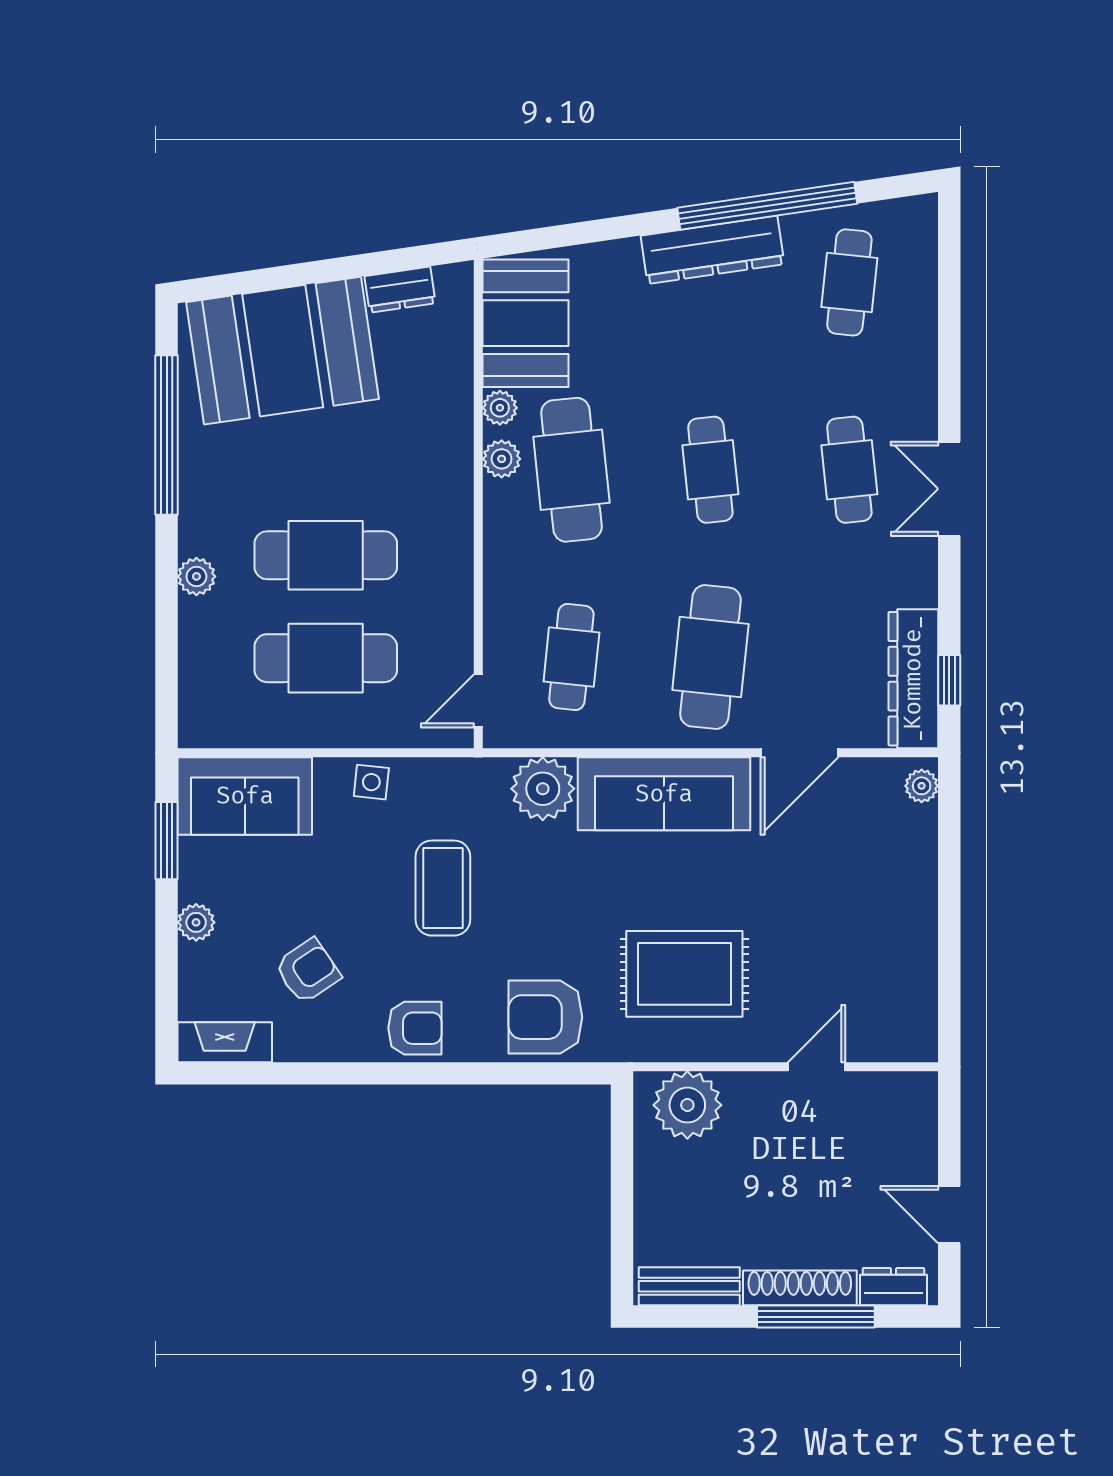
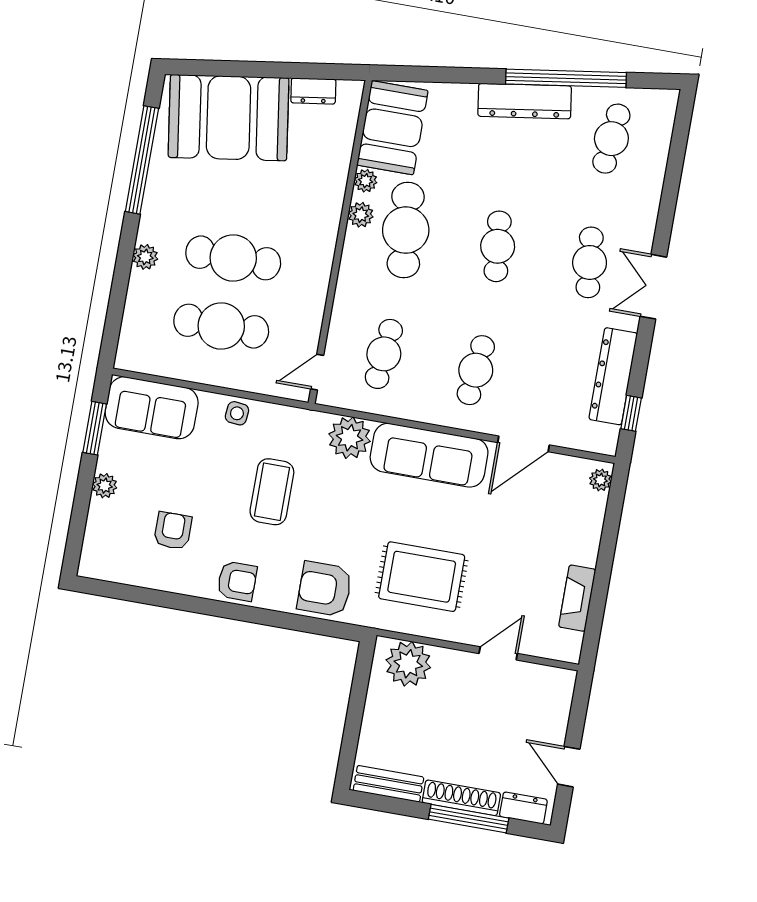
cafe table: (710, 657) -> (476, 370), width x0.73, depth x0.74
dresser: (913, 679) -> (613, 376), moved
armchair: (308, 971) -> (173, 531), turned -56
fireplace: (225, 1042) -> (577, 598), moved, turned -90

